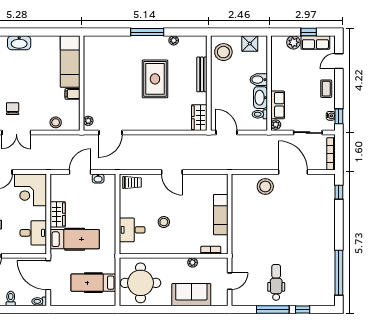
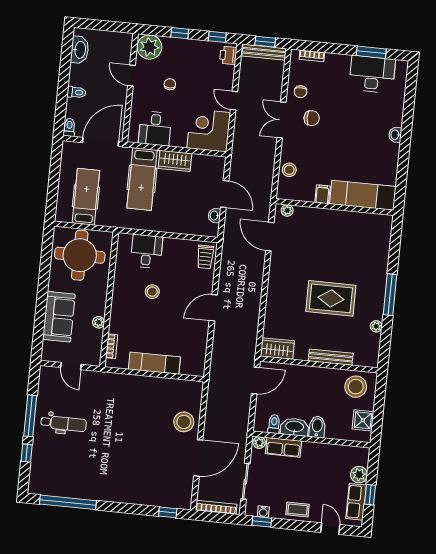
washbasin: (19, 43) -> (395, 135), width x0.52, depth x0.69

